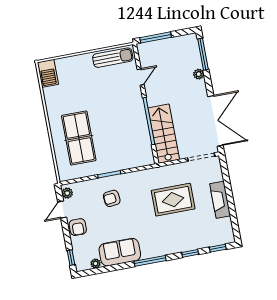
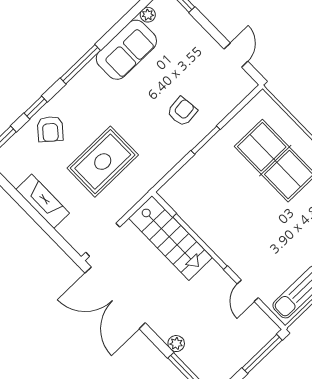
plant: (67, 193) -> (243, 81), removed
armchair: (78, 227) -> (50, 129), moved, turned -140

